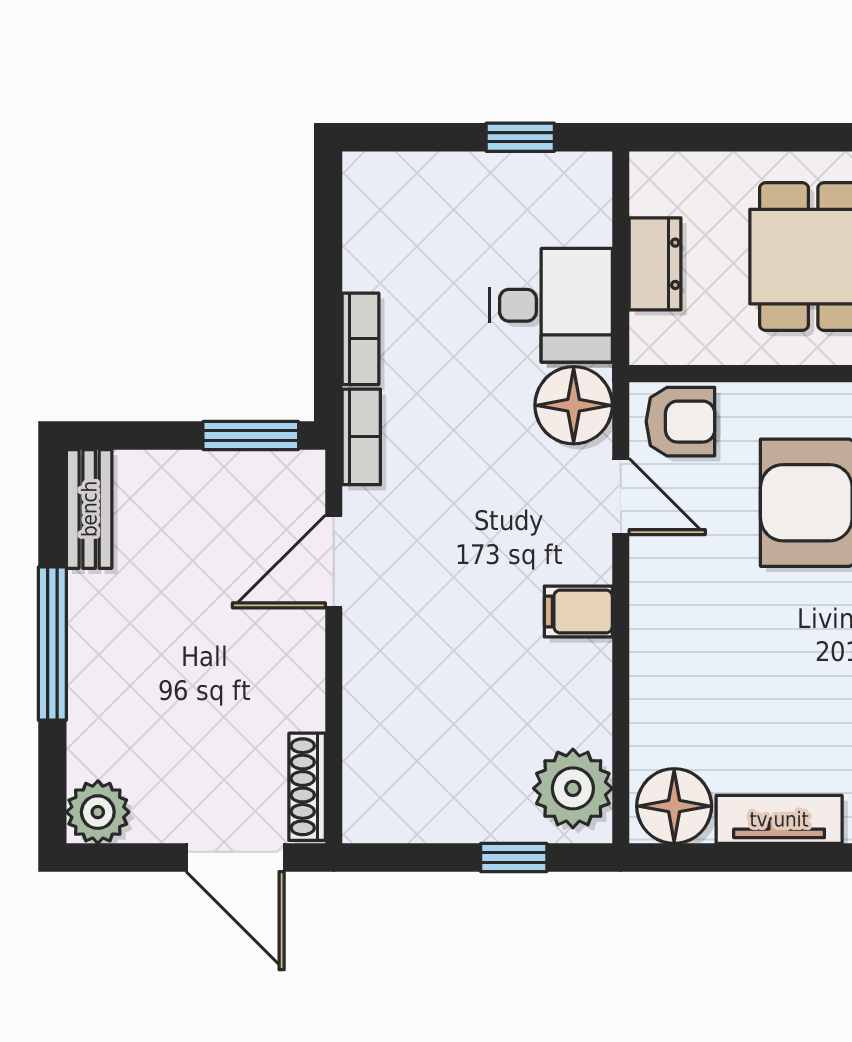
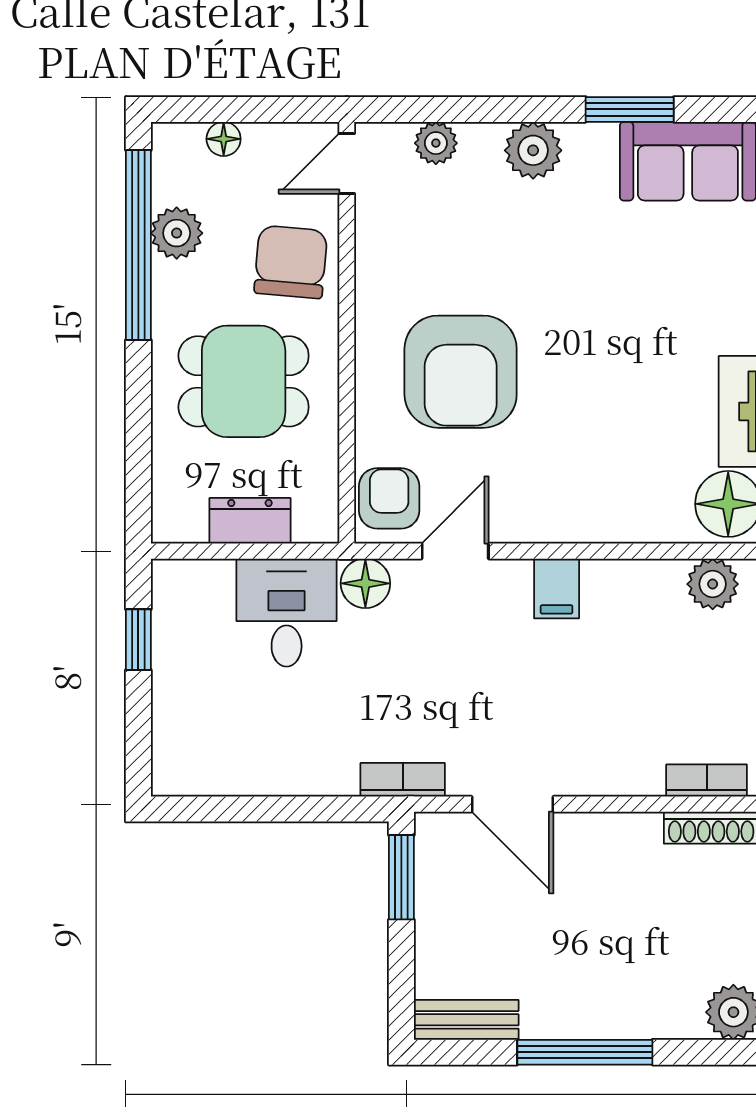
bookcase: (360, 339) -> (707, 781), moved
floor lamp: (574, 405) -> (365, 583), width x0.73, depth x0.73
plant: (573, 788) -> (713, 584), width x0.73, depth x0.73

